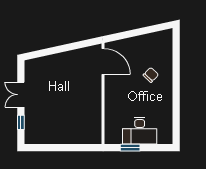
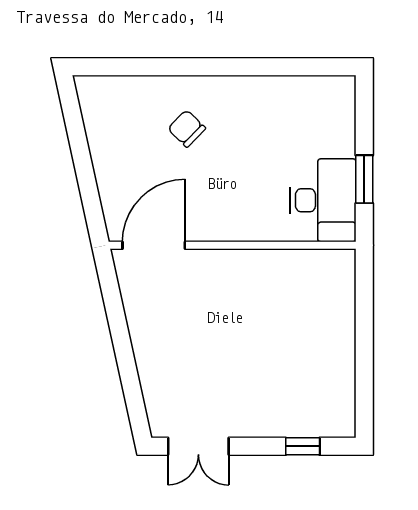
double door: (21, 95) -> (198, 446), moved
desk: (140, 131) -> (323, 200), moved

